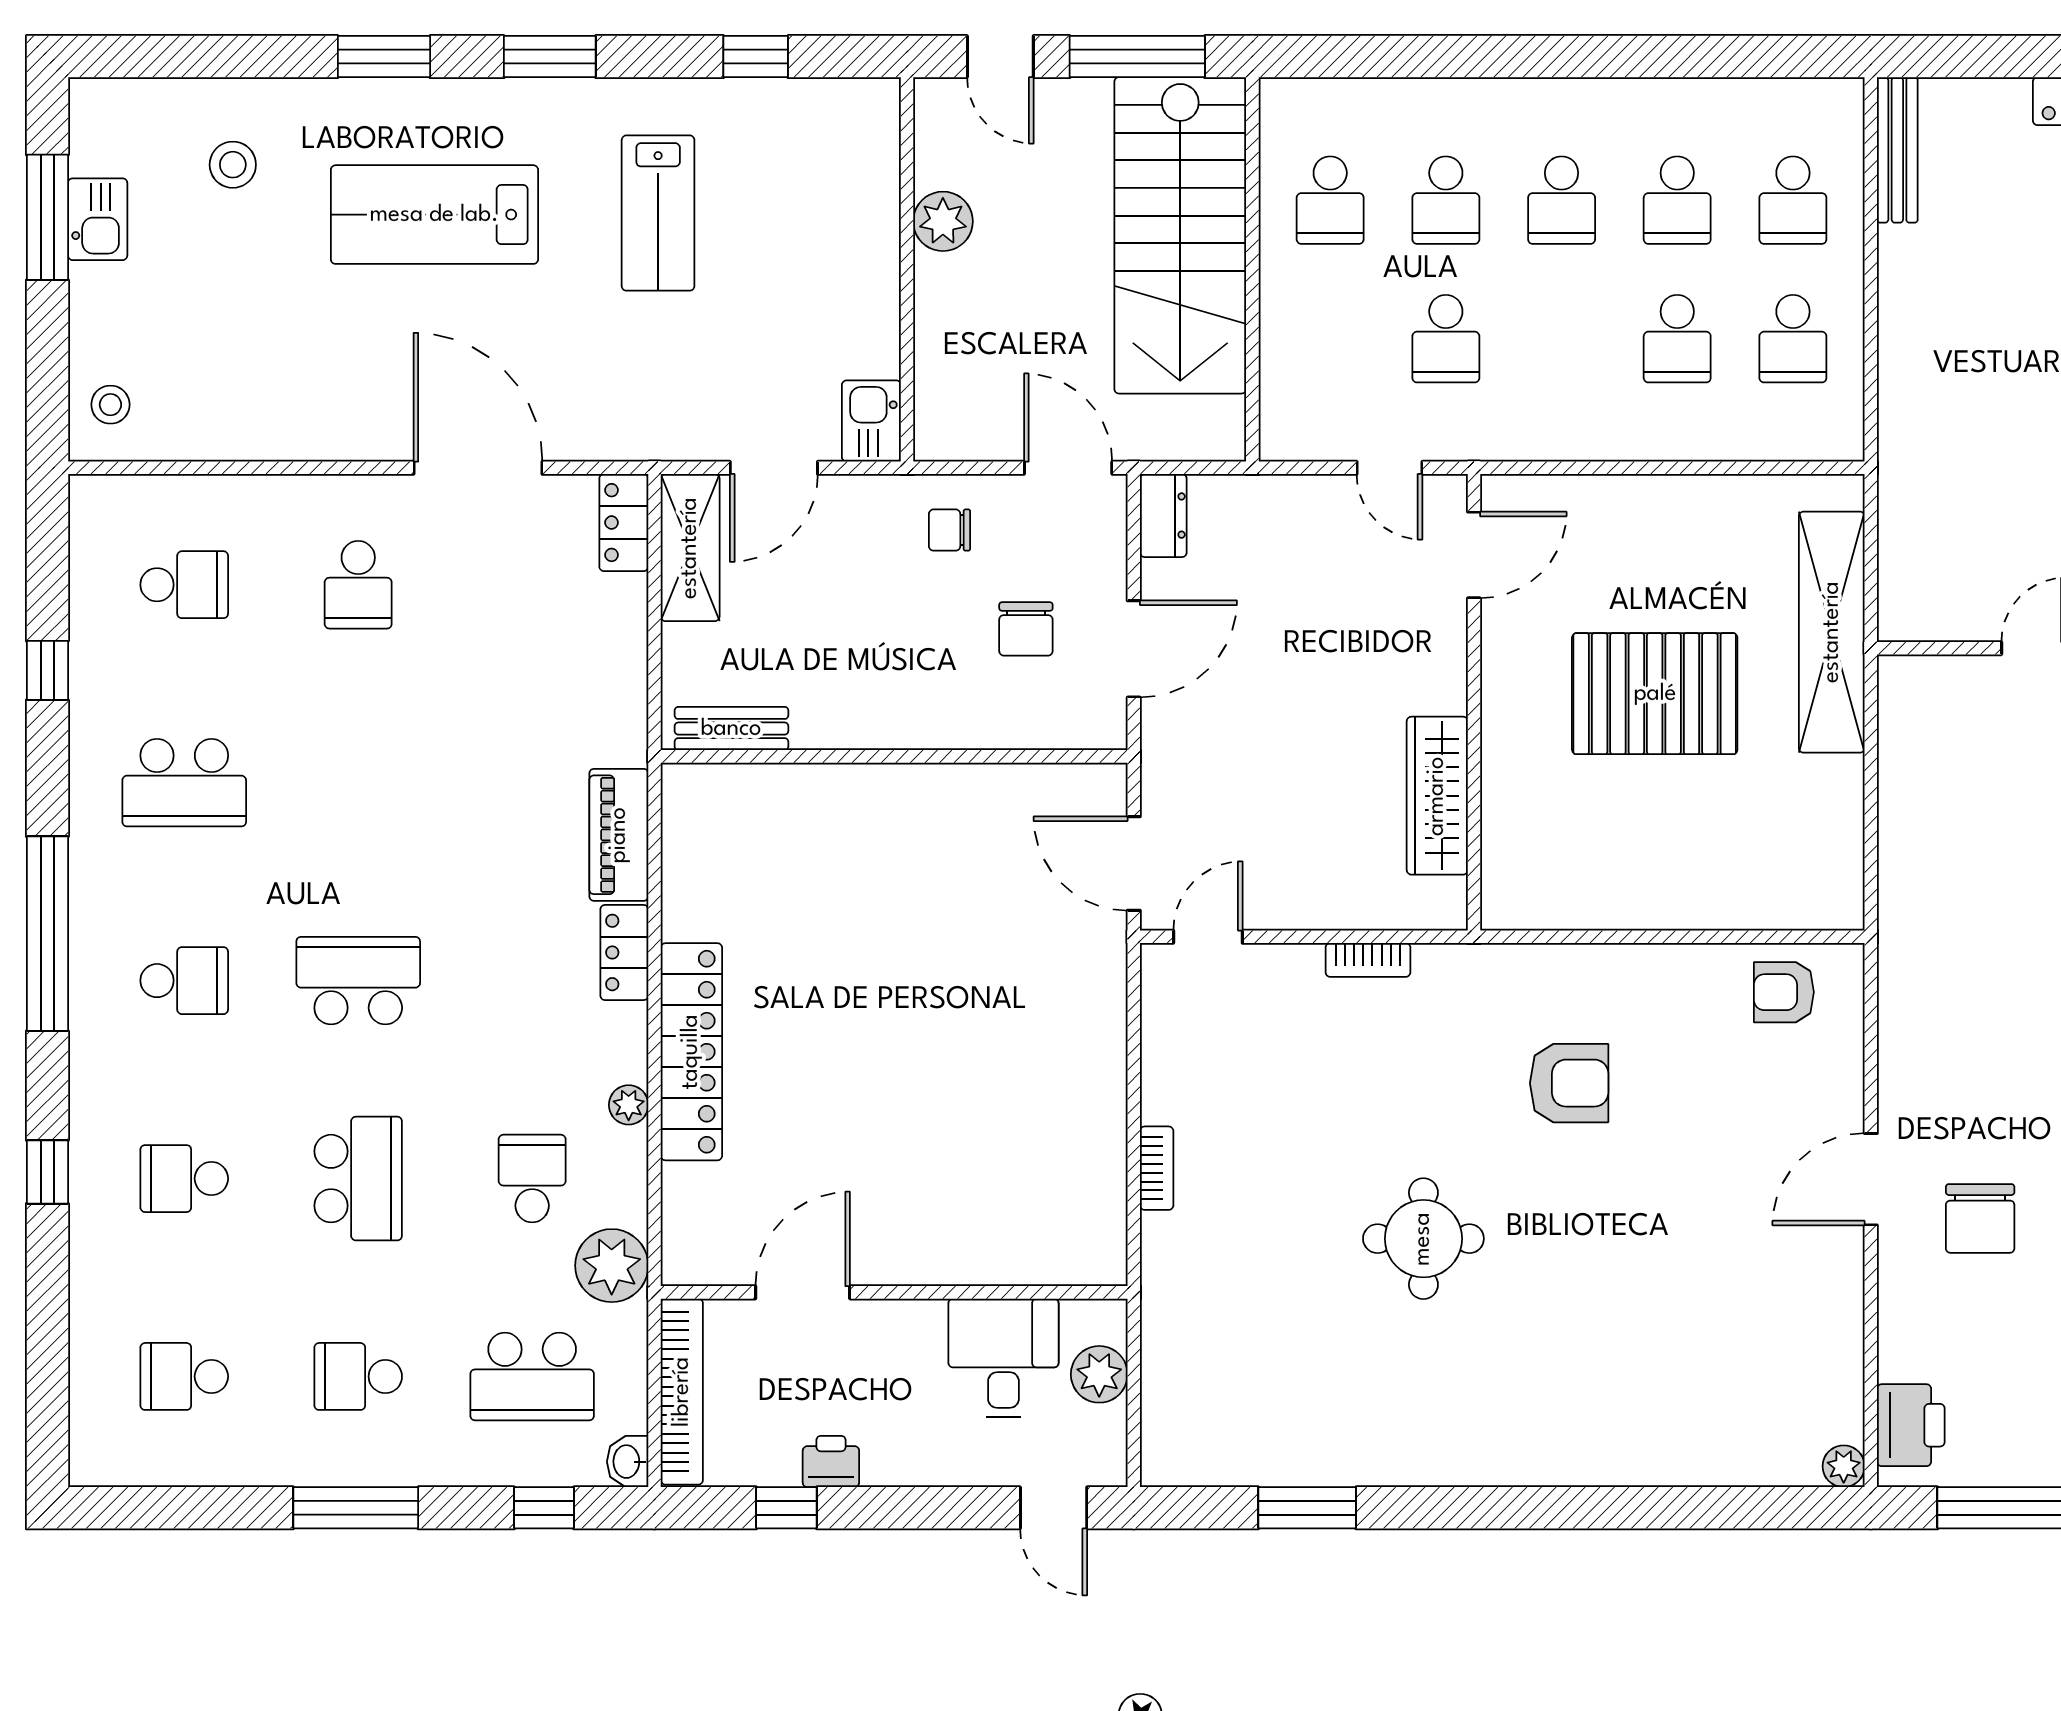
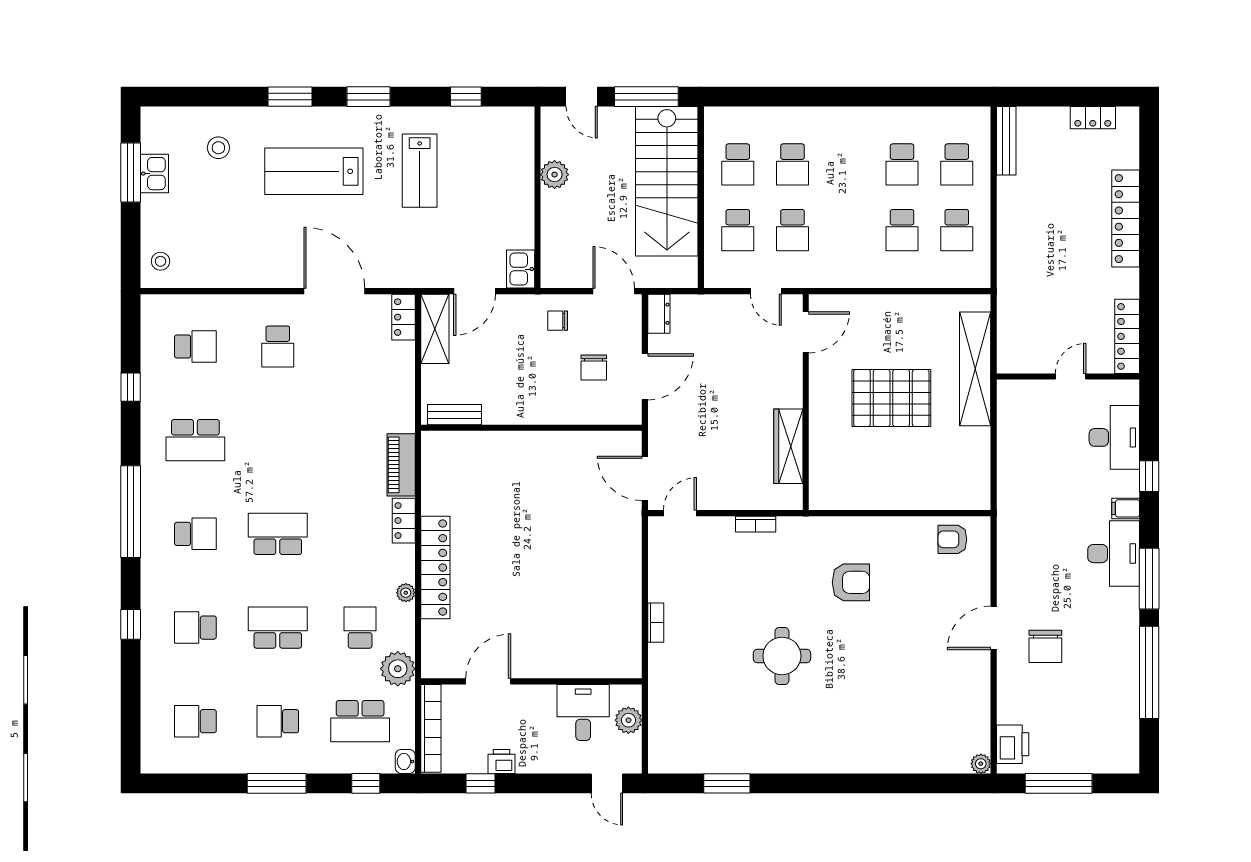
school desk: (1562, 200) -> (738, 230), moved
school desk: (358, 1179) -> (278, 628), turned -90

